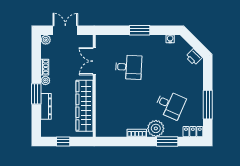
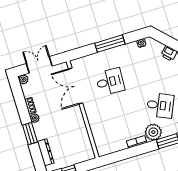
window: (140, 30) -> (110, 44), width x1.44
double door: (94, 61) -> (76, 86), width x1.37
dresser: (46, 106) -> (46, 152), moved
wardrobe: (84, 106) -> (79, 131), removed

